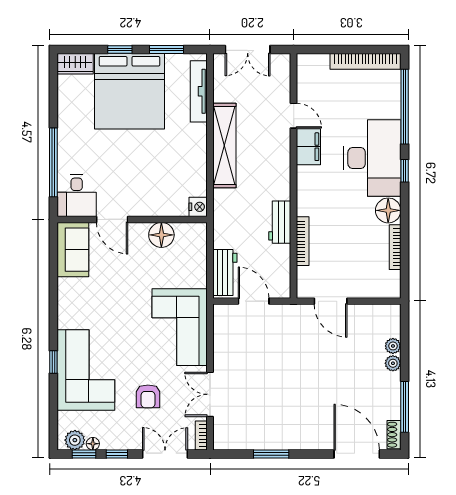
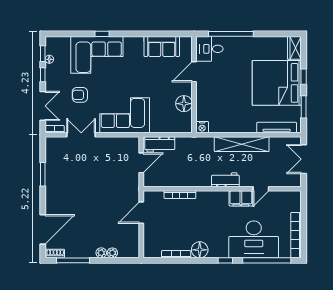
desk: (372, 158) -> (254, 239), moved
workbench: (280, 222) -> (225, 180), moved
sofa: (73, 250) -> (162, 46), moved
plant: (75, 440) -> (52, 48), removed

